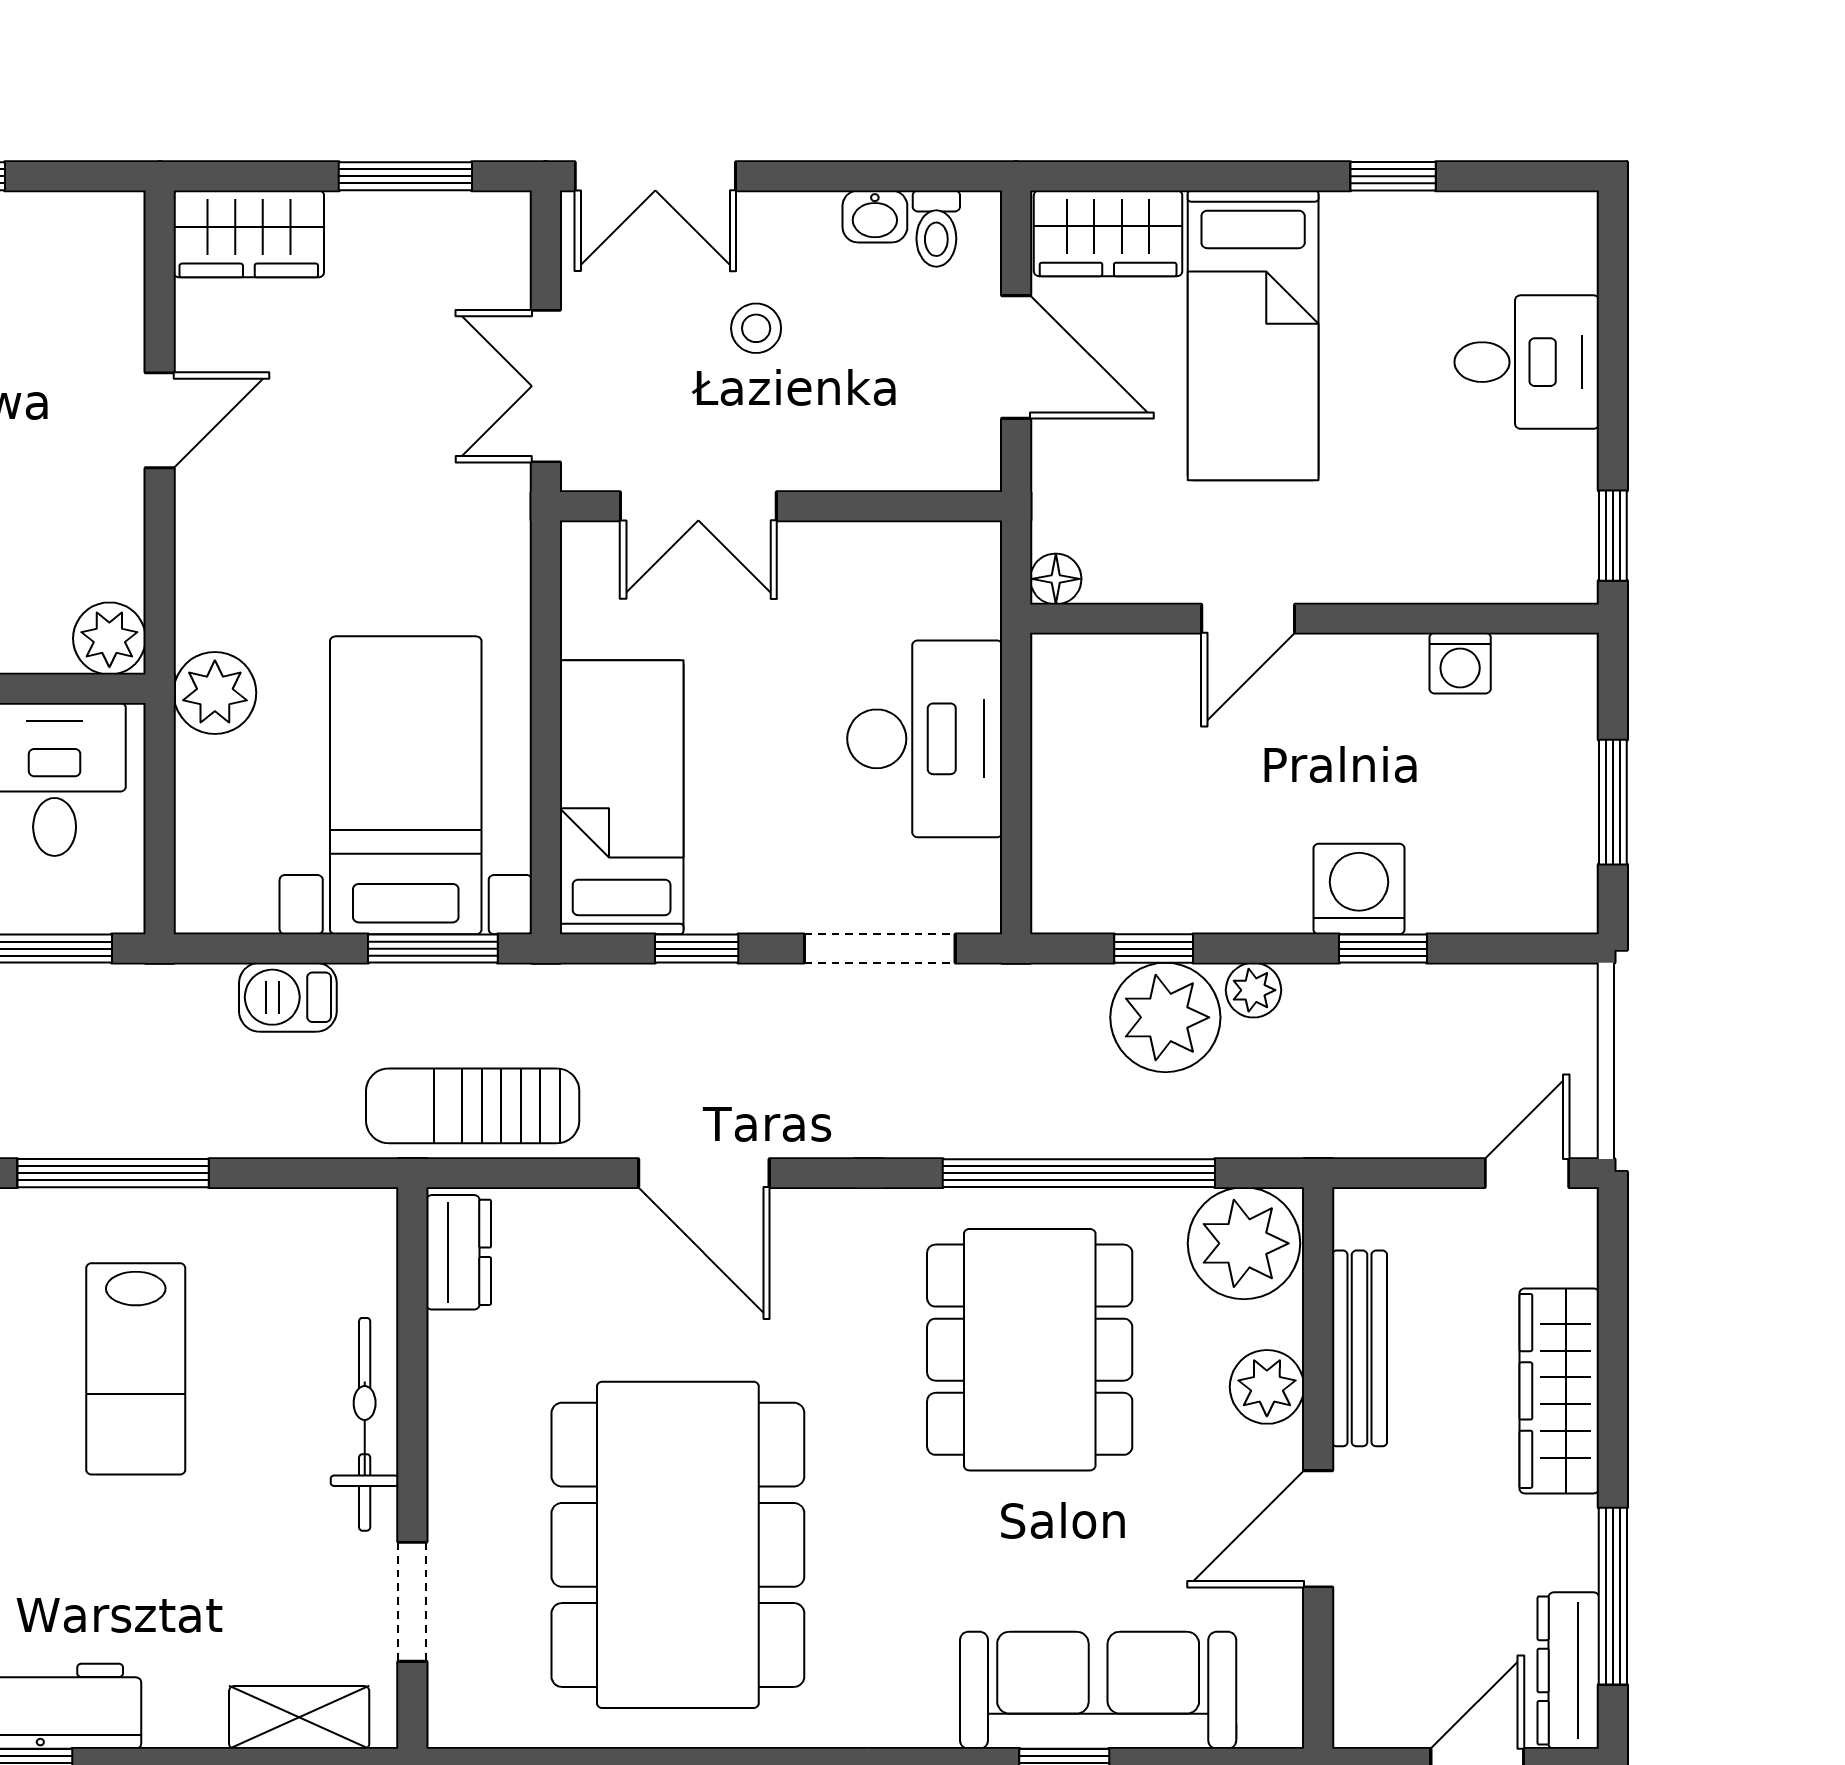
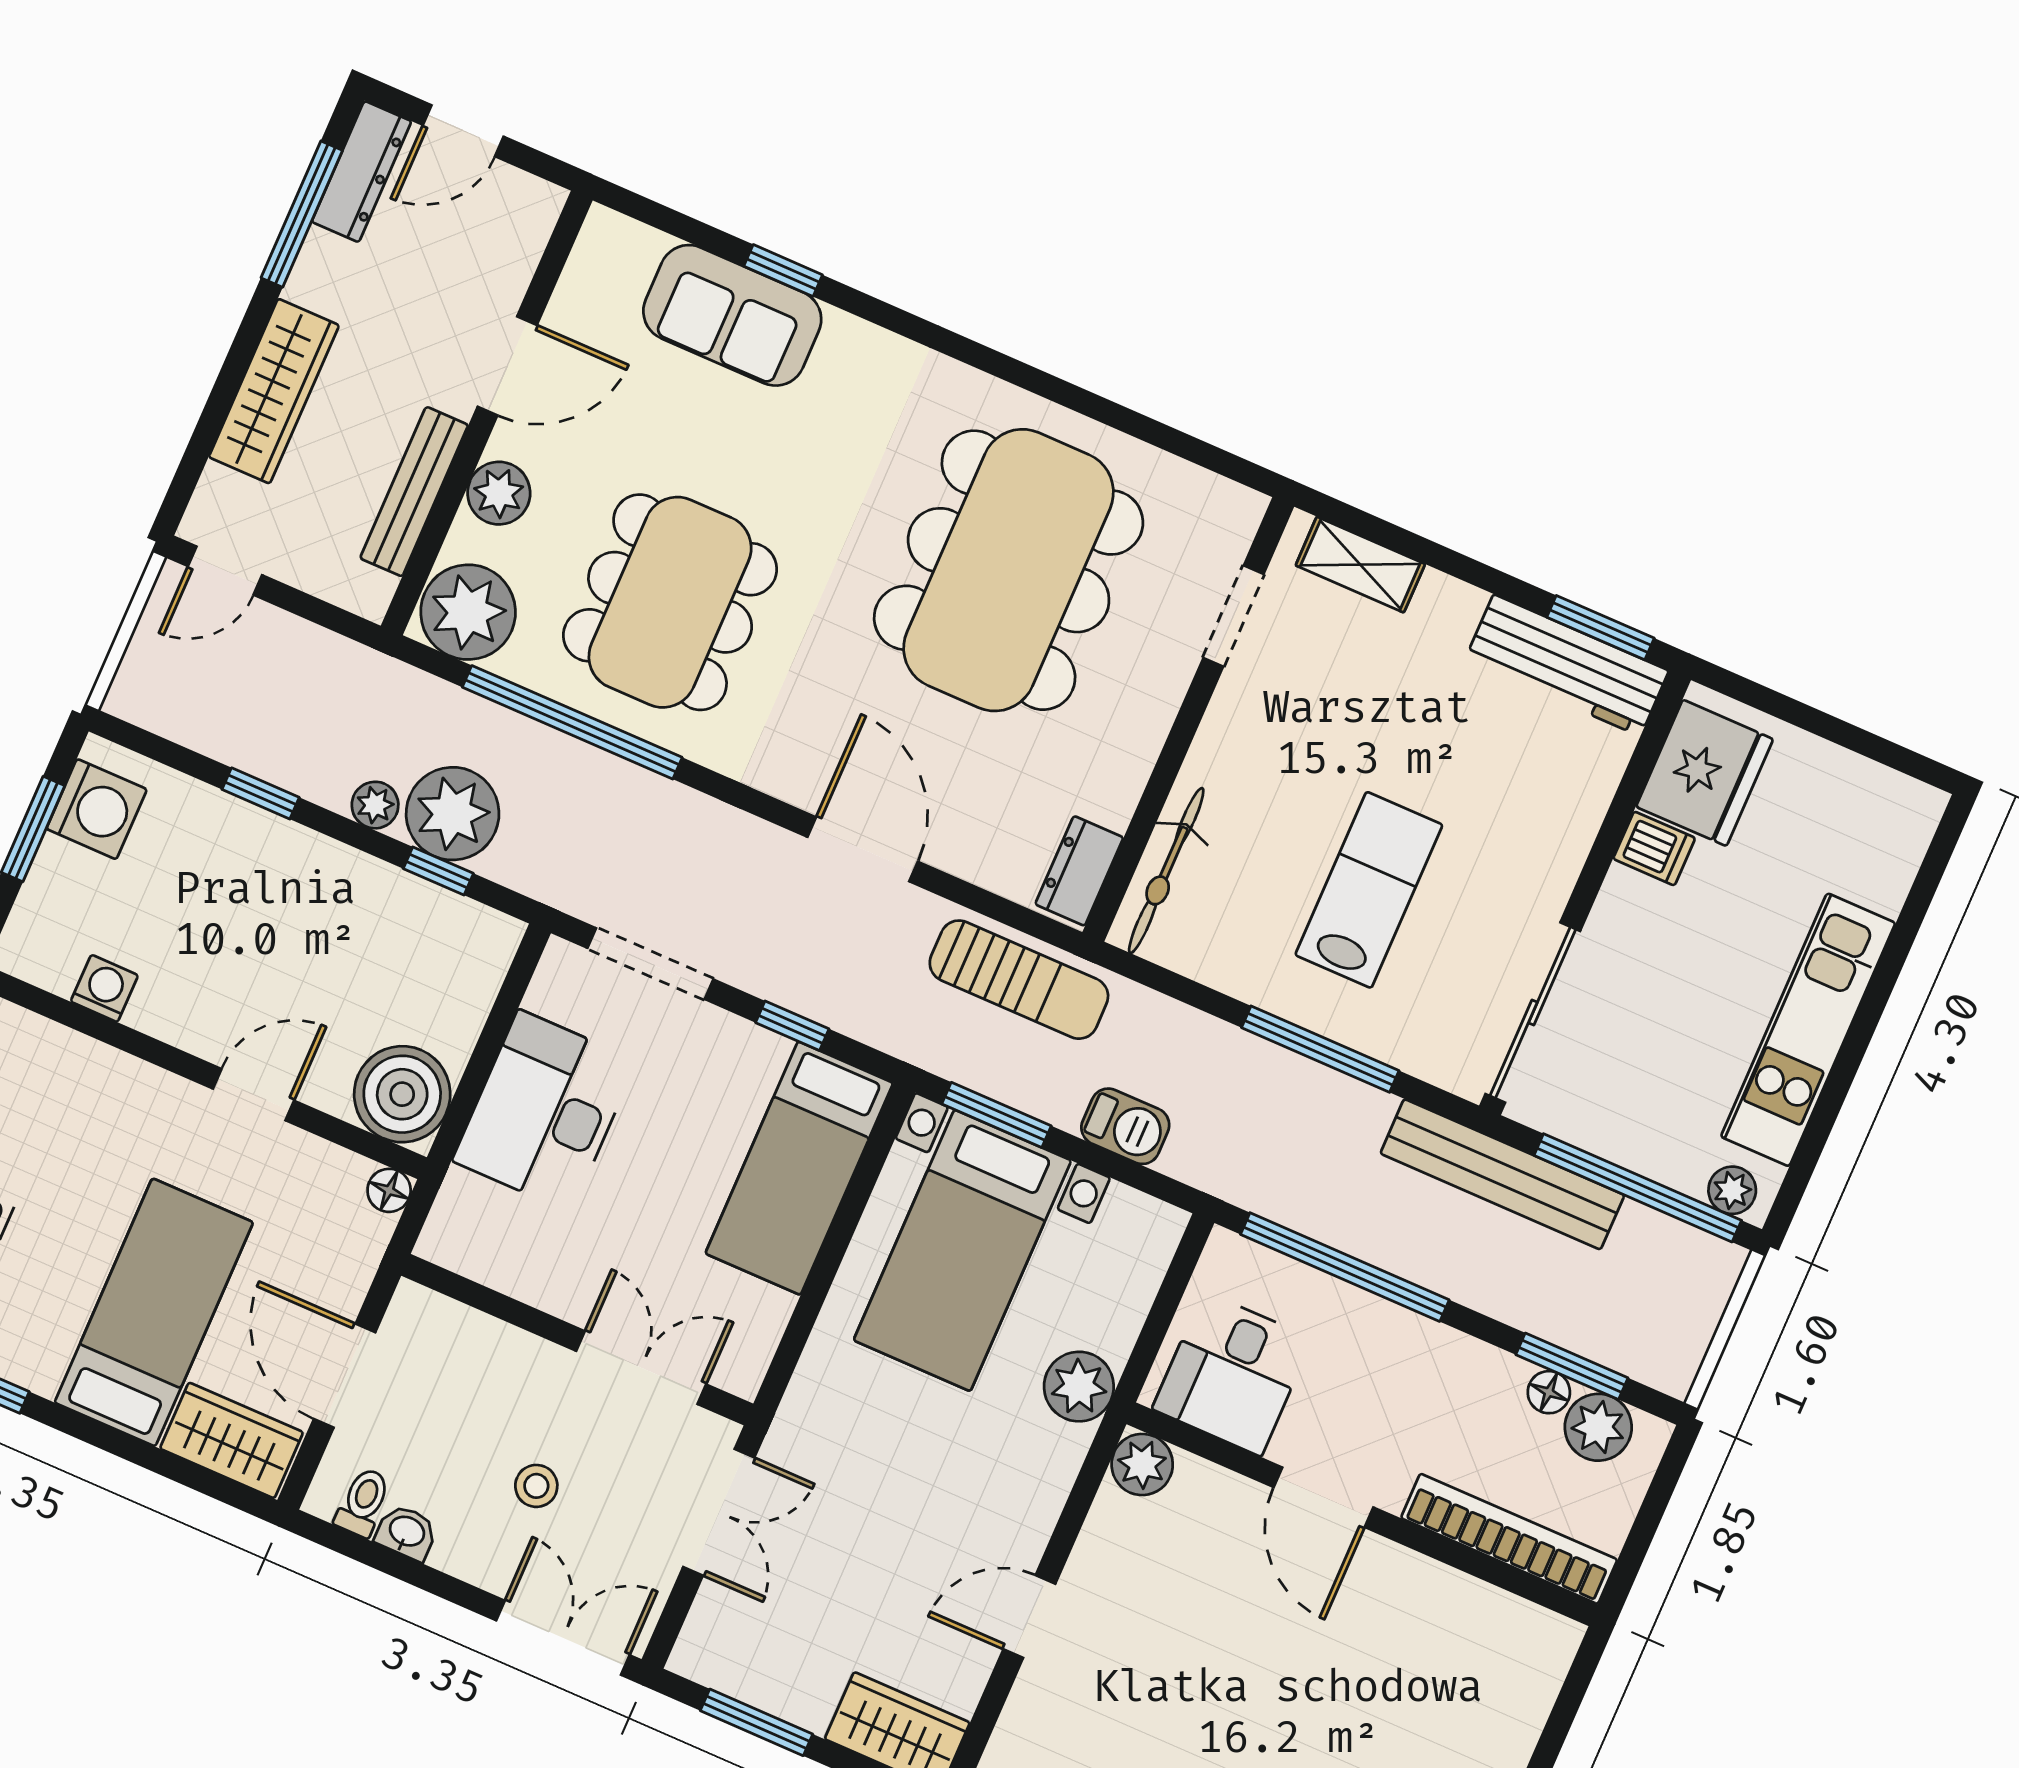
boiler: (1087, 689) -> (402, 1094), added
washing machine: (1359, 889) -> (97, 809), moved, turned -90
bicycle: (365, 1424) -> (1166, 871), moved
sofa: (1098, 1690) -> (732, 315), width x0.73

